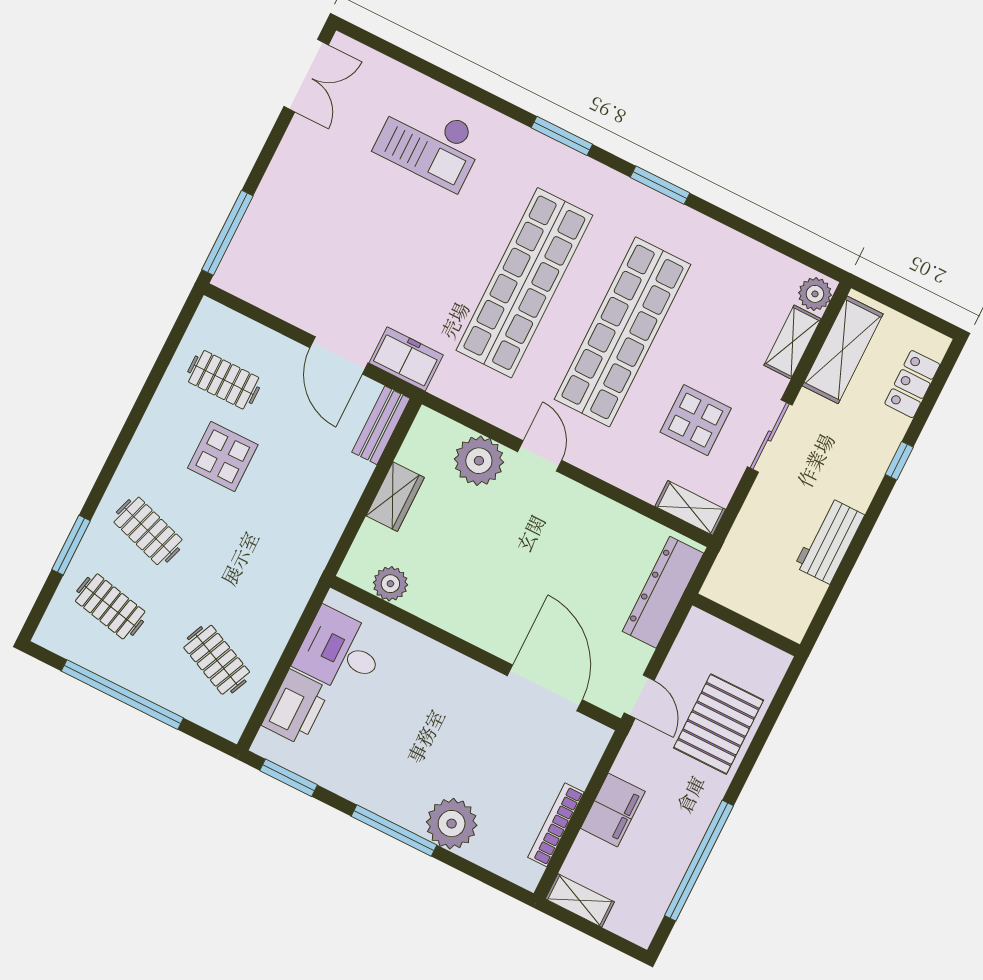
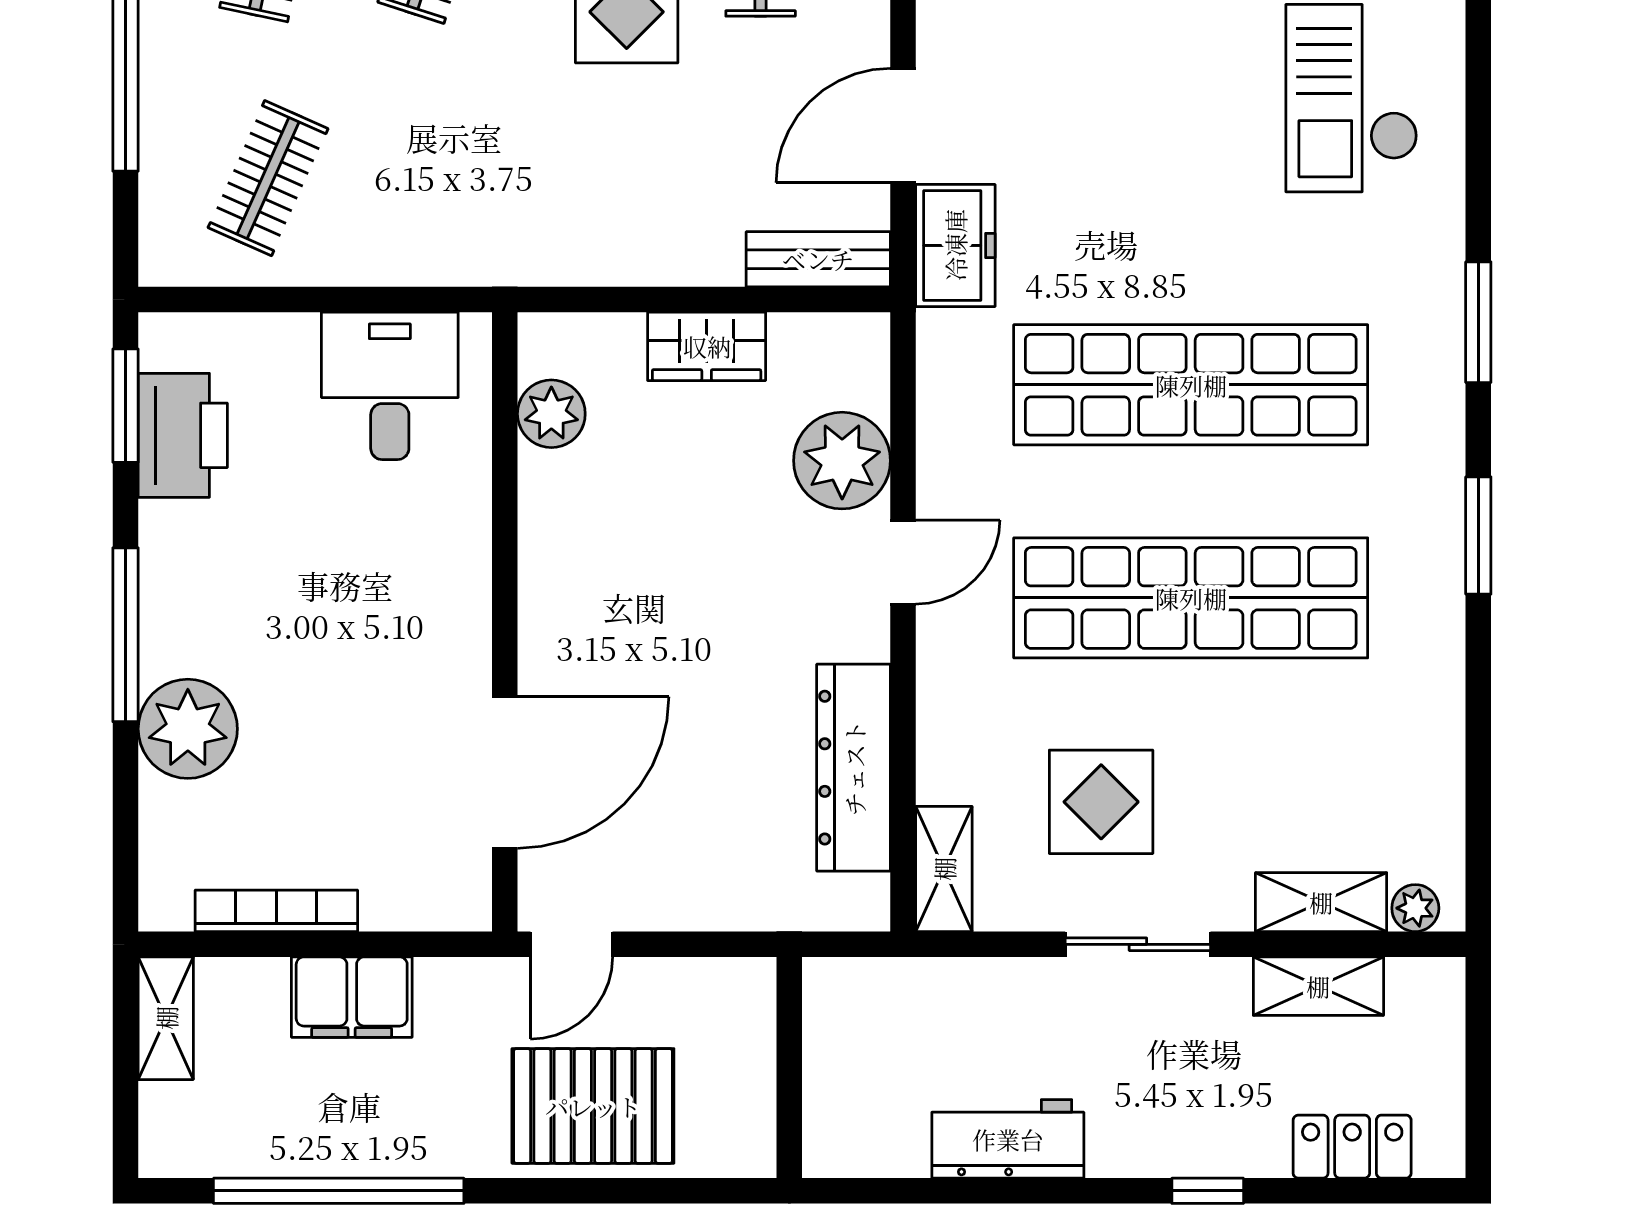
plant: (815, 294) -> (1415, 908), width x0.73, depth x0.73
shelving: (843, 350) -> (1318, 986), width x0.67, depth x0.75
dresser: (663, 592) -> (854, 768), moved, turned -90
printer: (296, 707) -> (183, 435), moved, turned -90

